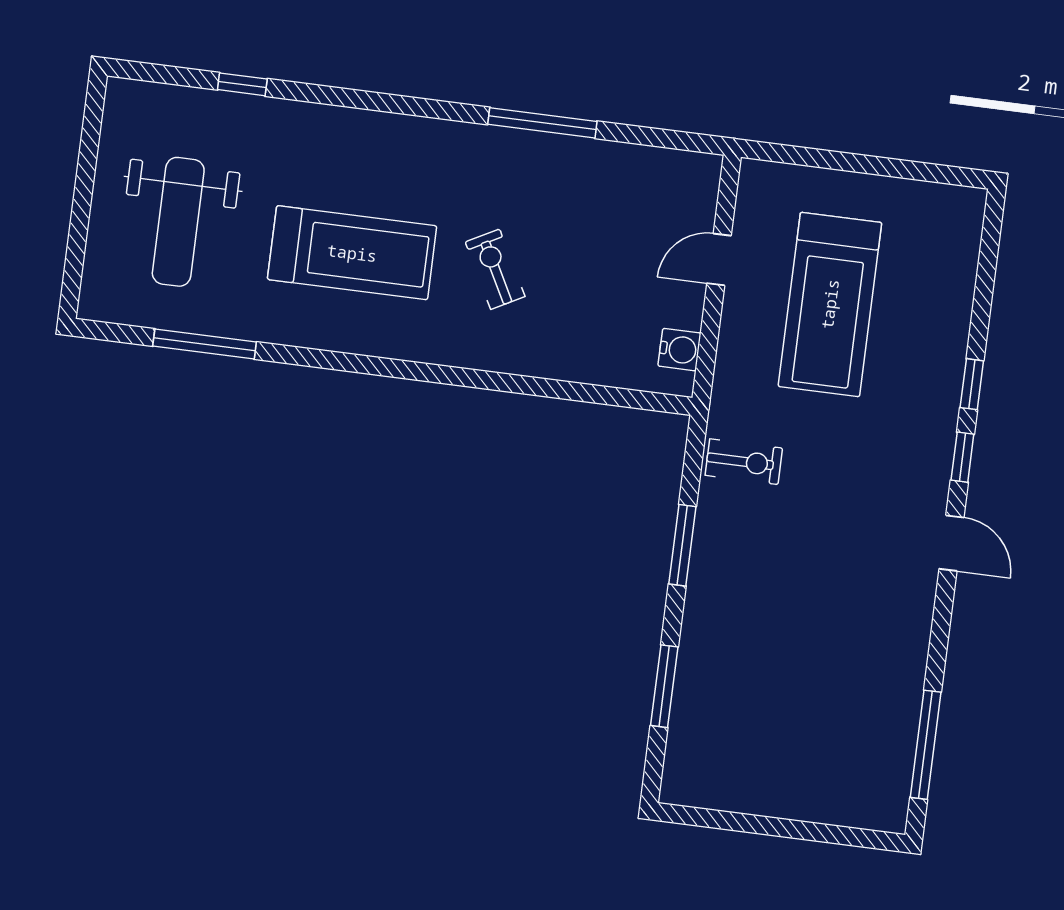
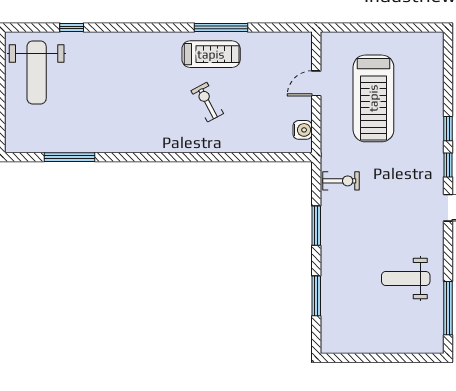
weight bench: (178, 222) -> (37, 72), moved
treadmill: (352, 253) -> (211, 54), moved, width x0.73, depth x0.73
weight bench: (848, 674) -> (406, 278), added

